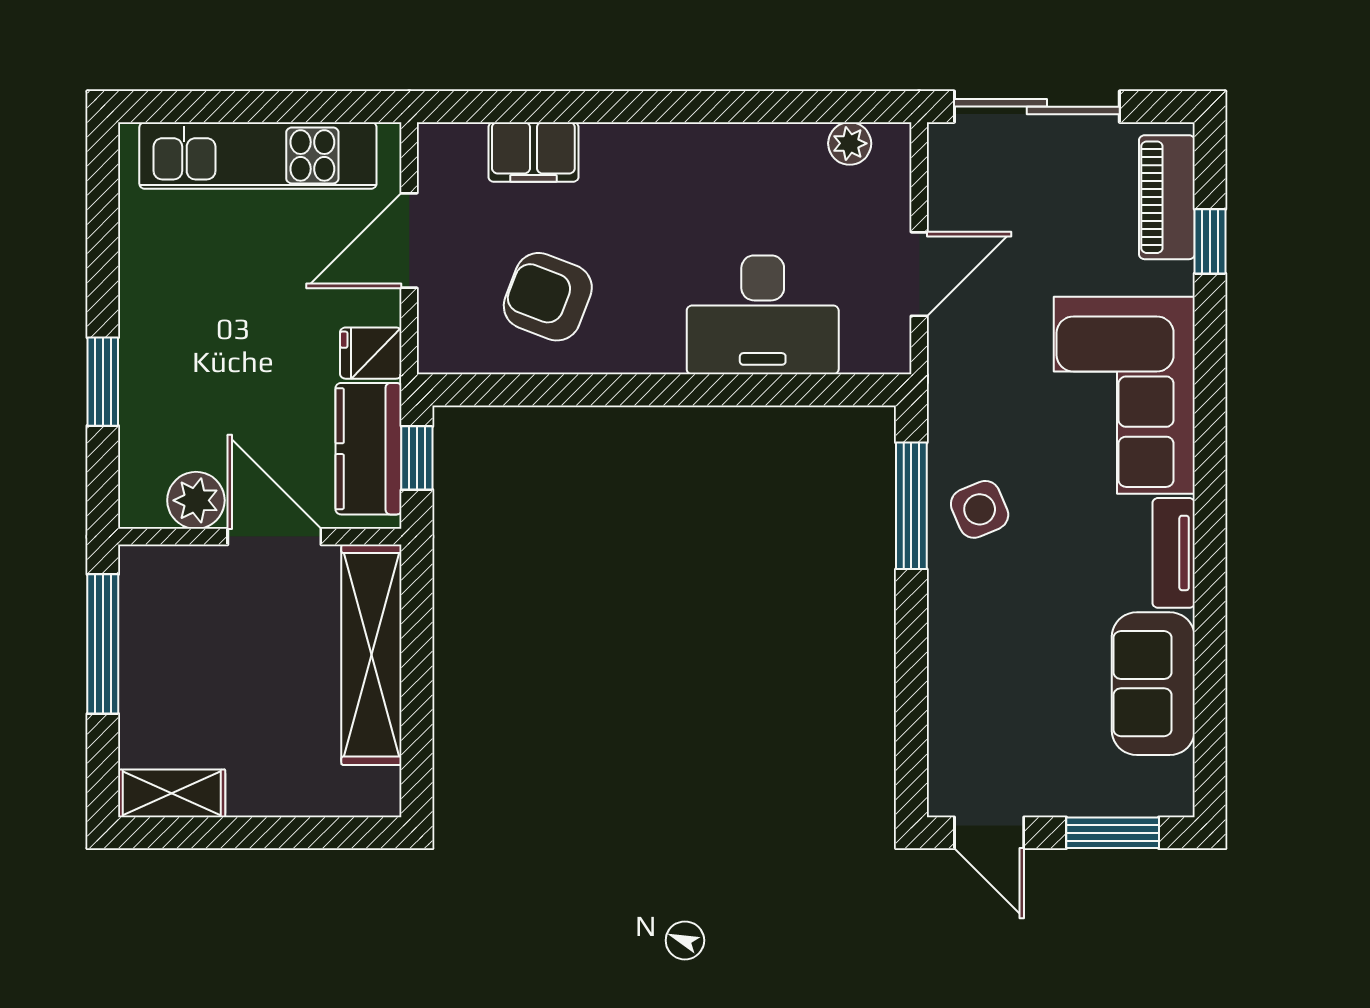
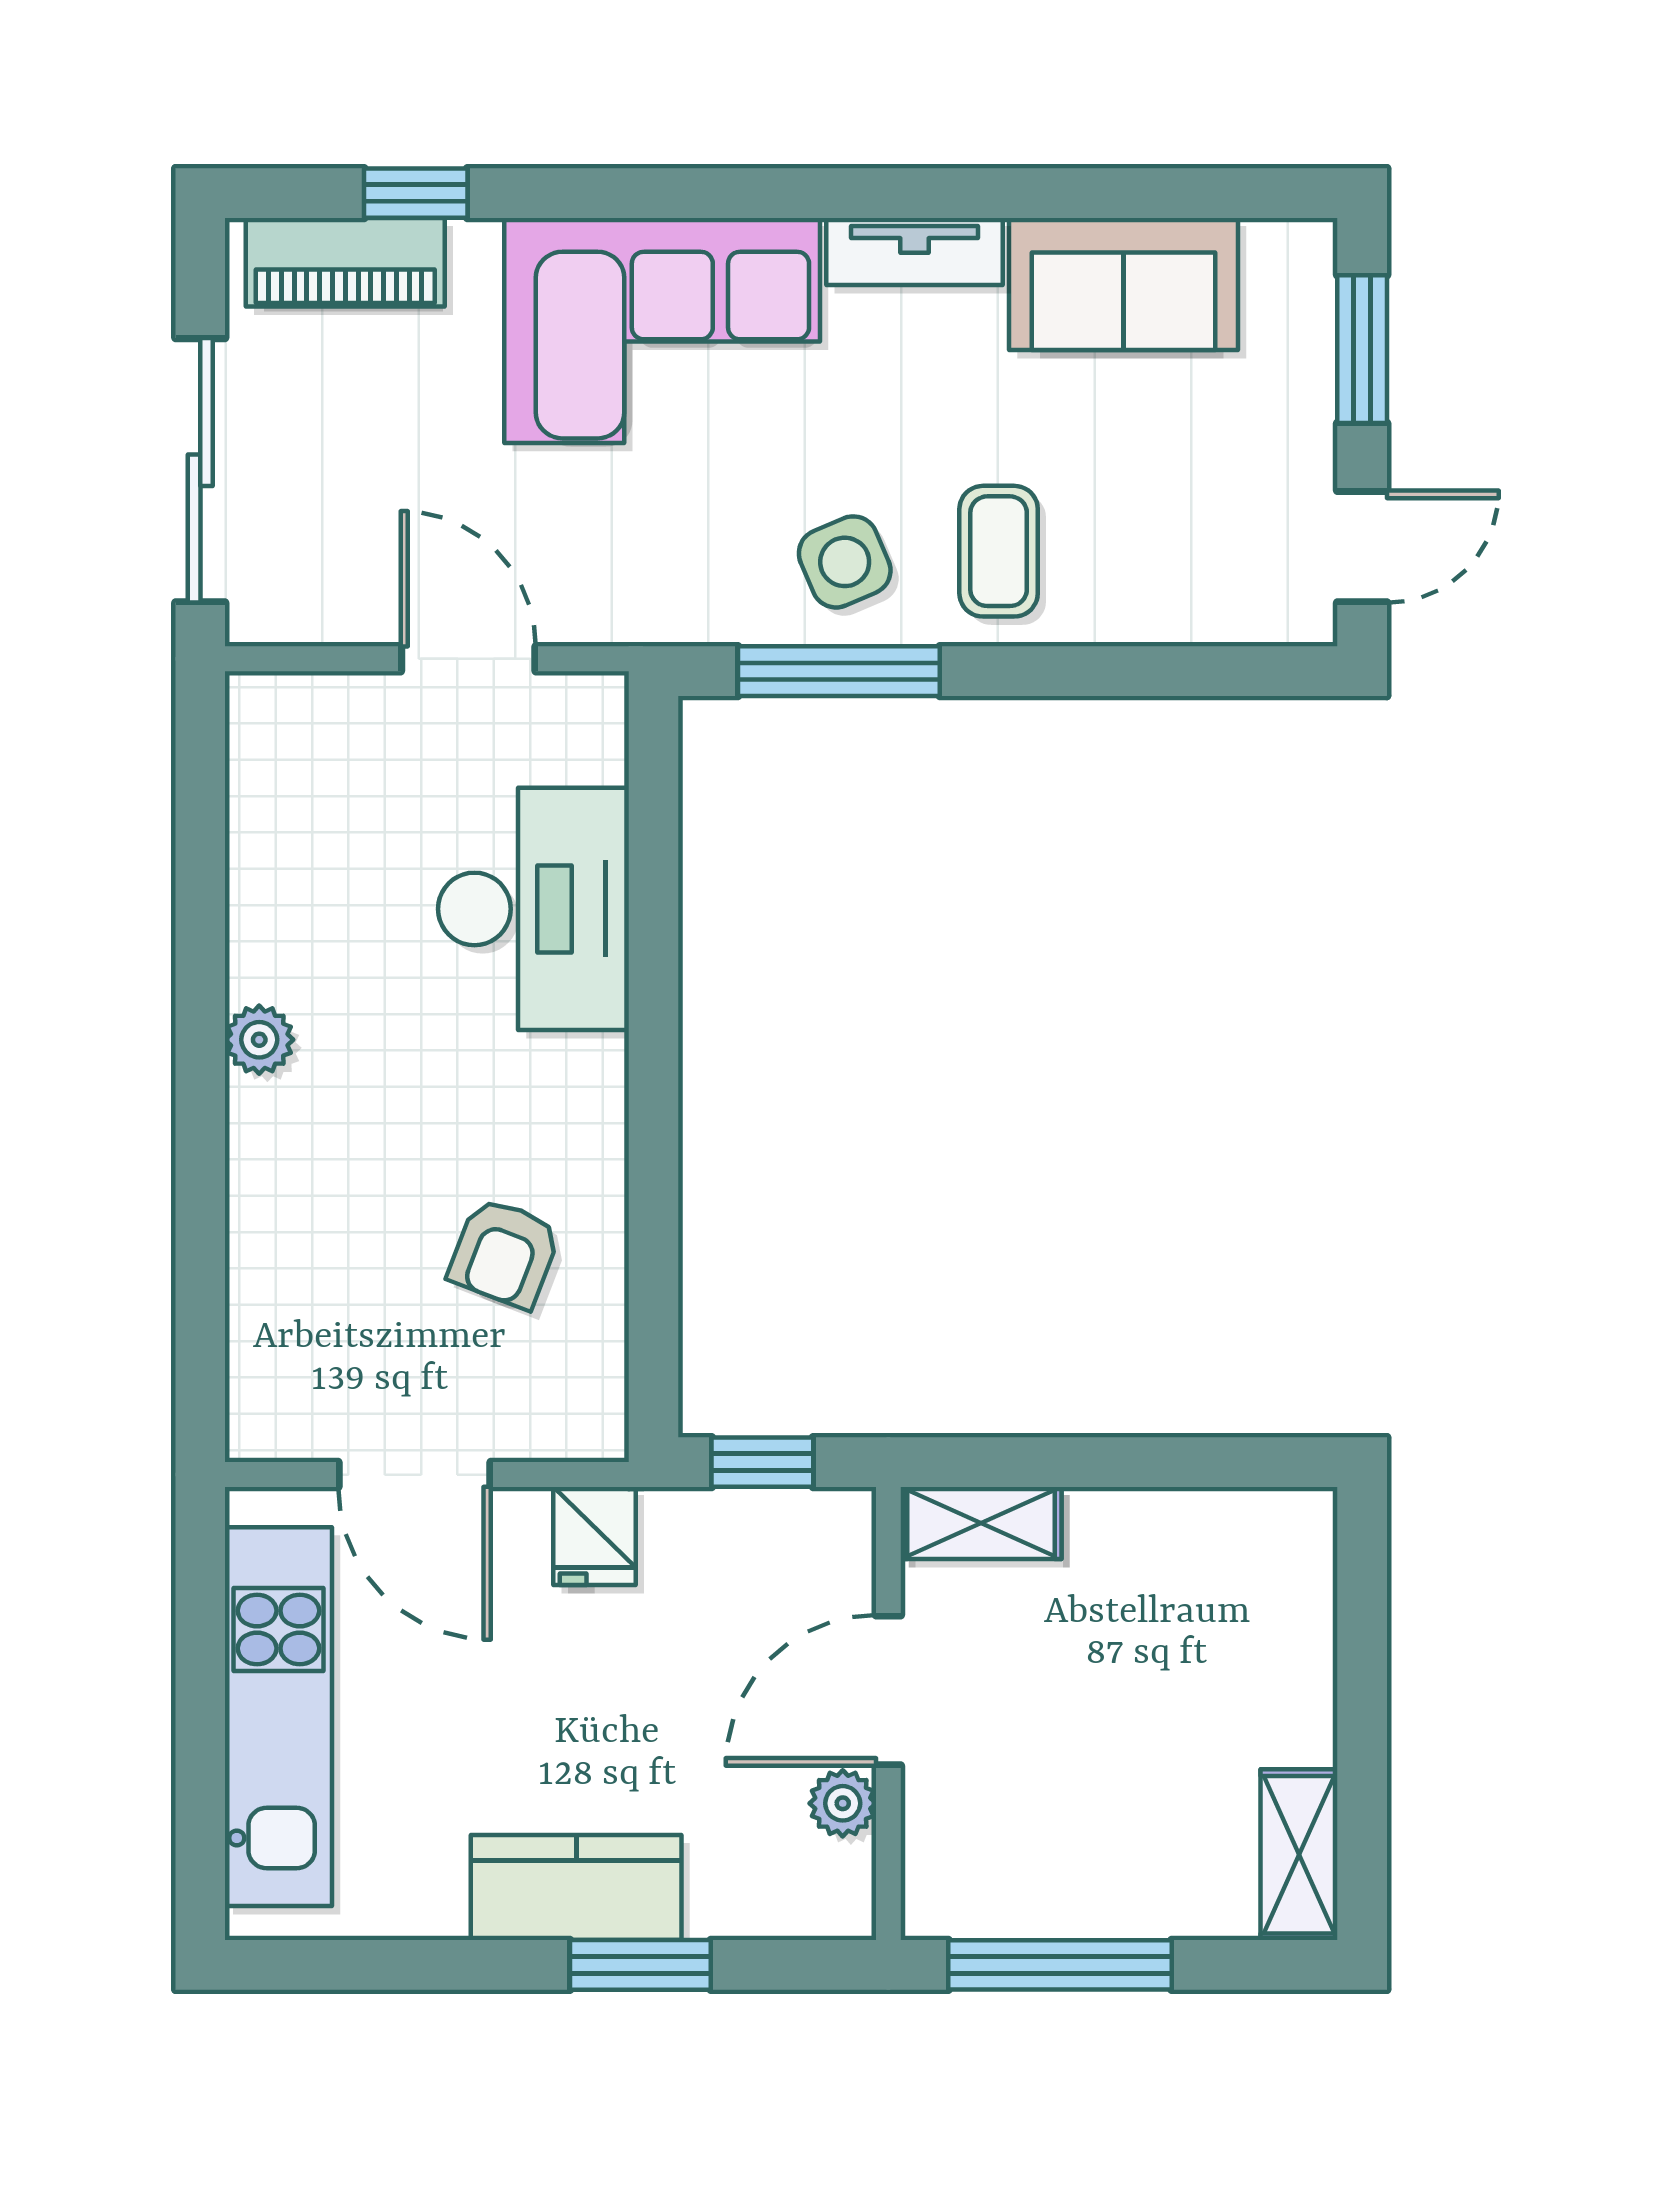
plant: (850, 143) -> (259, 1040), moved
filing cabinet: (533, 152) -> (273, 1276), removed
armchair: (548, 297) -> (504, 1253), width x0.72, depth x0.72
kitchen counter: (369, 449) -> (576, 1888), moved, turned 180
plant: (196, 500) -> (843, 1803), width x0.73, depth x0.73
coffee table: (986, 606) -> (999, 551), added
shelving: (371, 655) -> (981, 1523), width x0.45, depth x0.75

